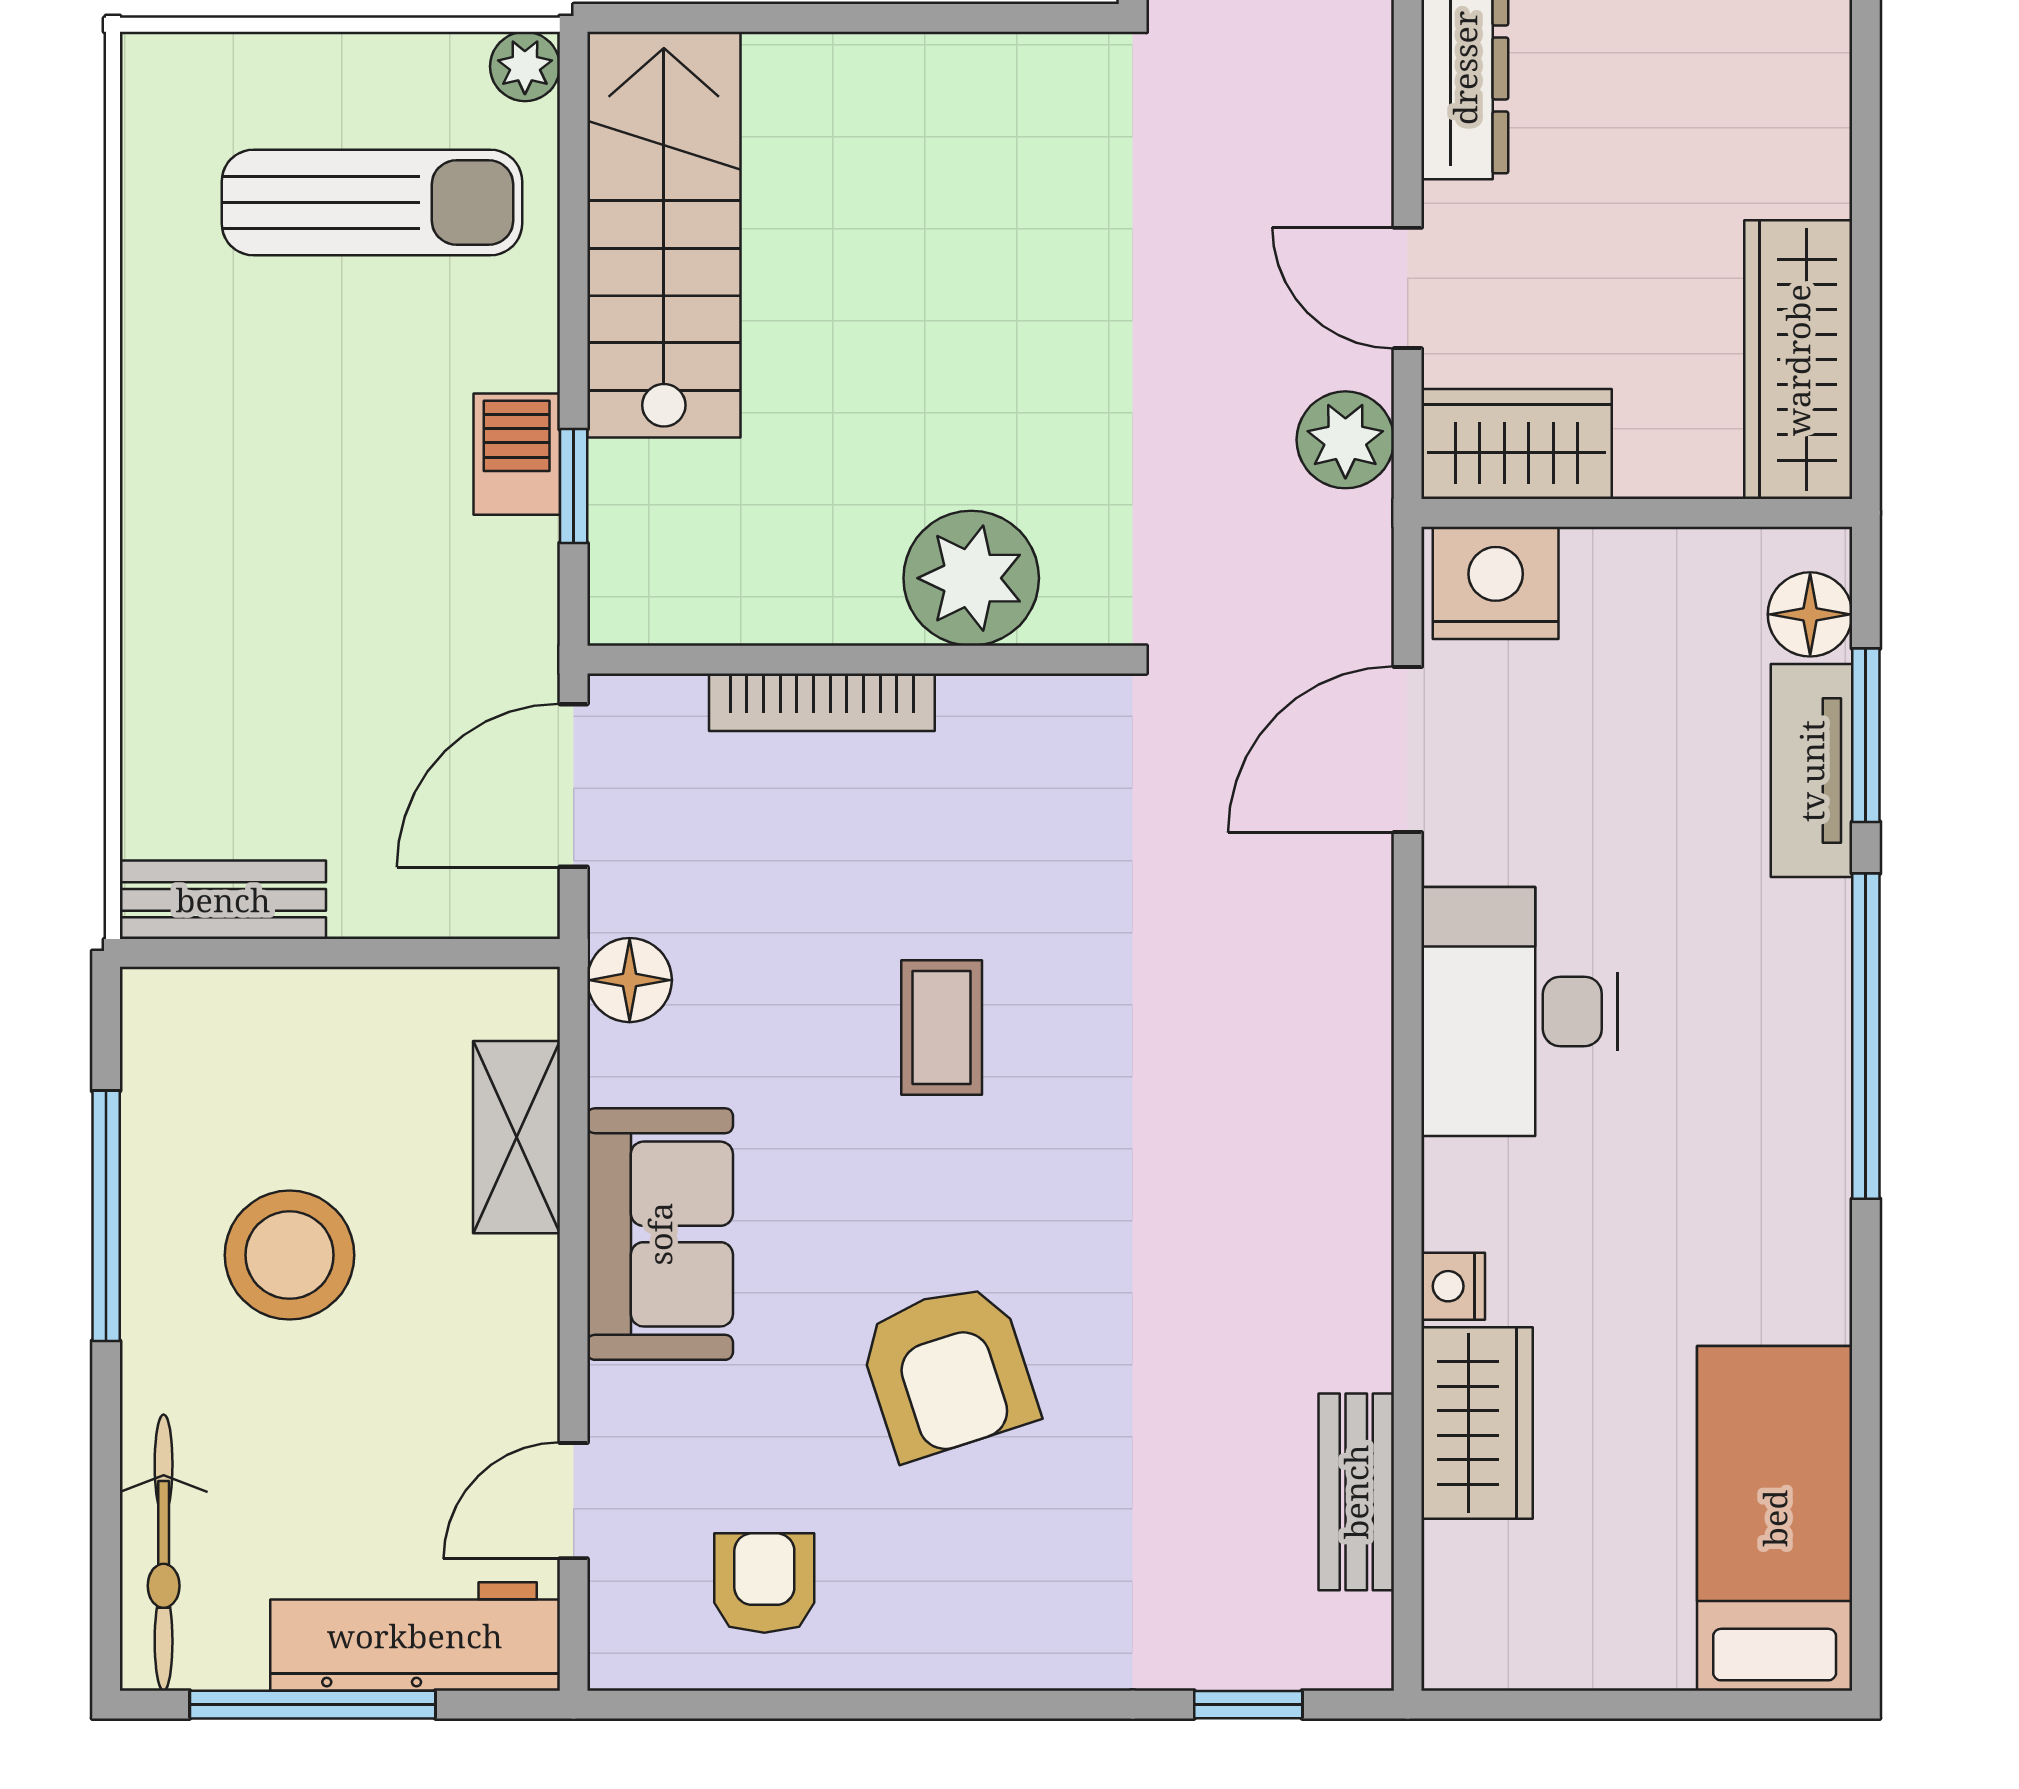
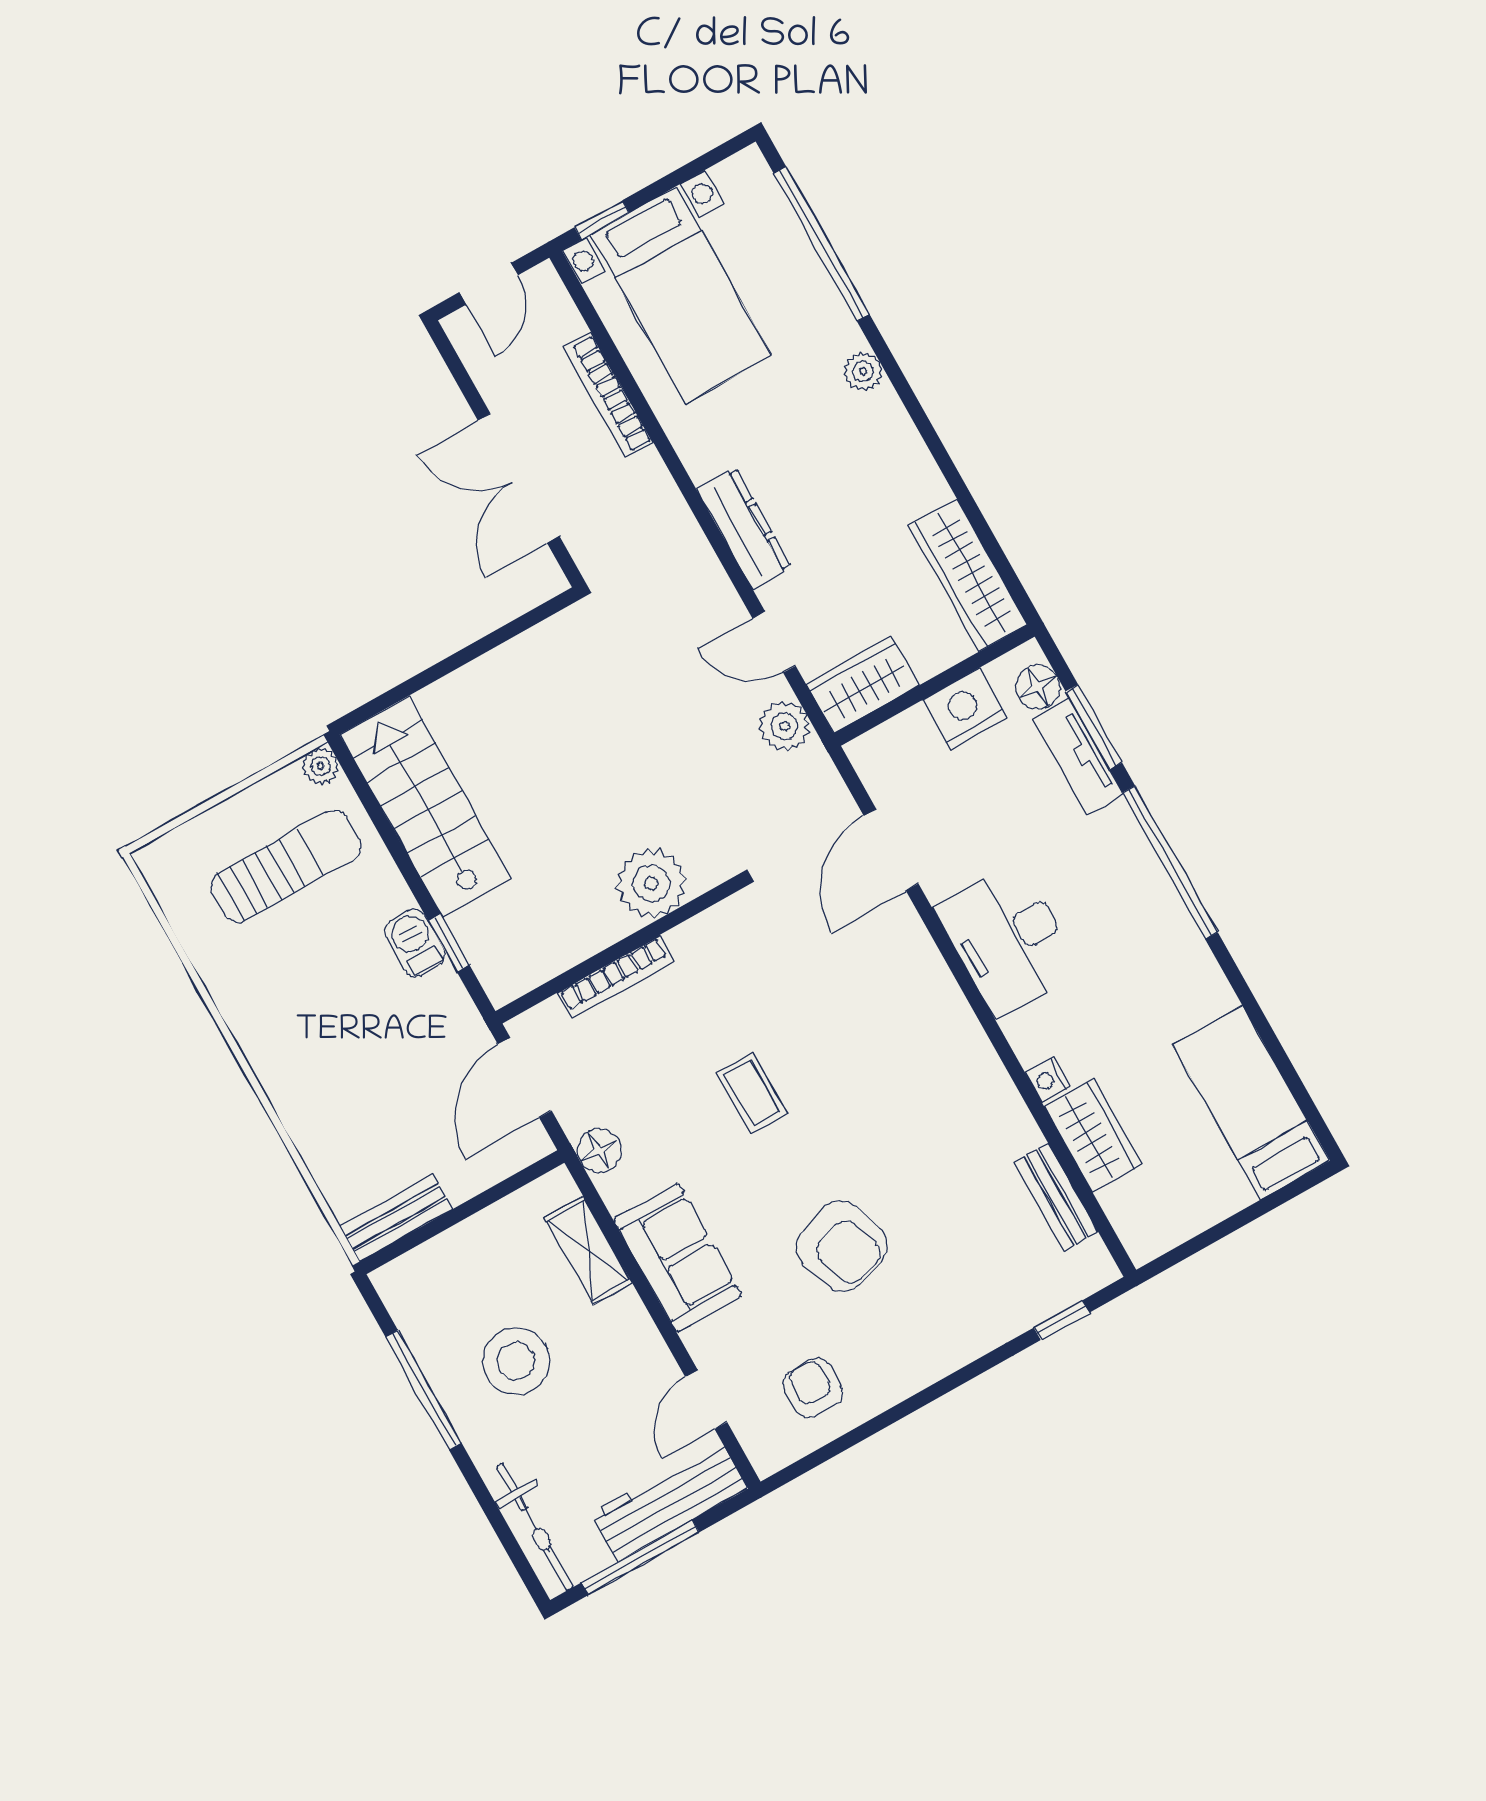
nightstand: (1496, 583) -> (965, 709), moved

